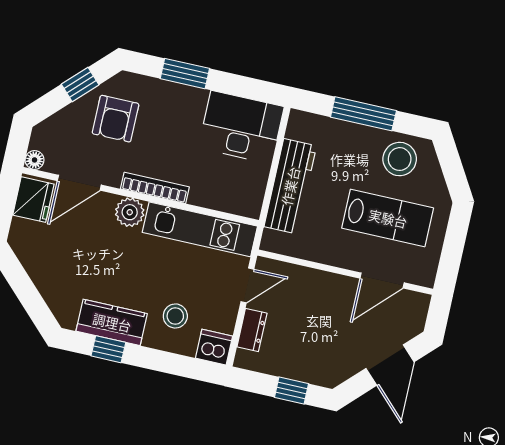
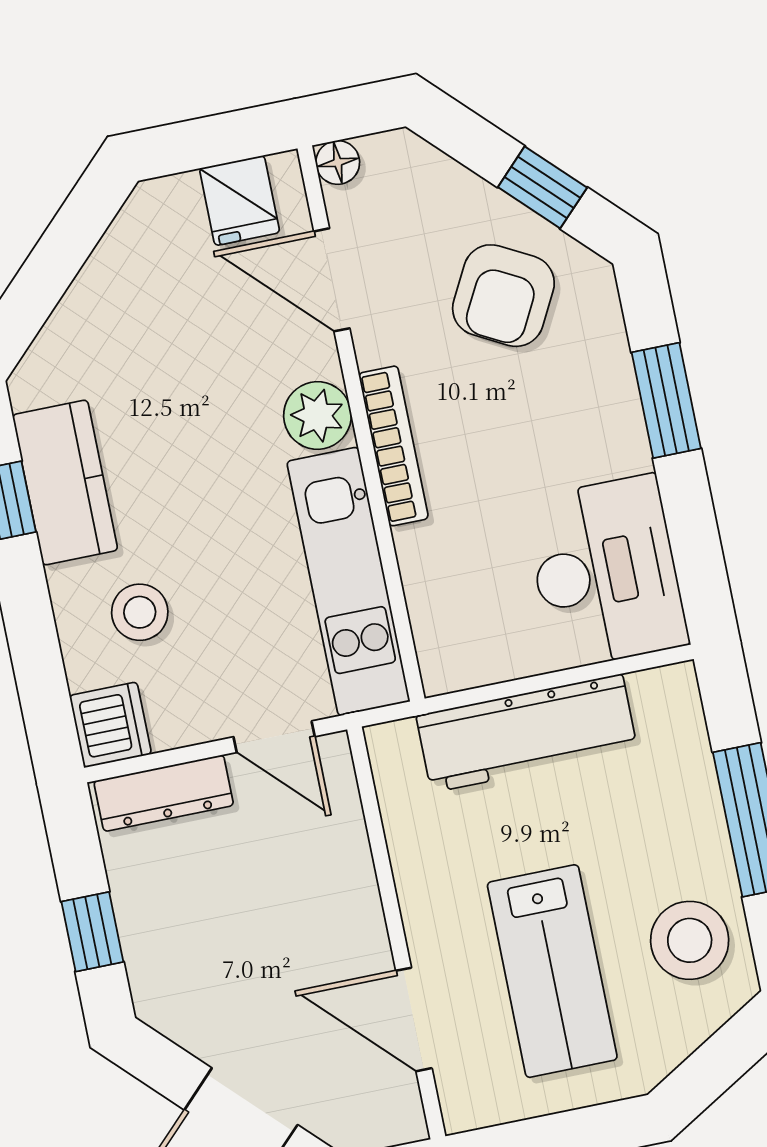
armchair: (116, 119) -> (503, 296), turned -62
fridge: (33, 200) -> (240, 200), width x0.72
dresser: (252, 330) -> (164, 793), width x1.44

